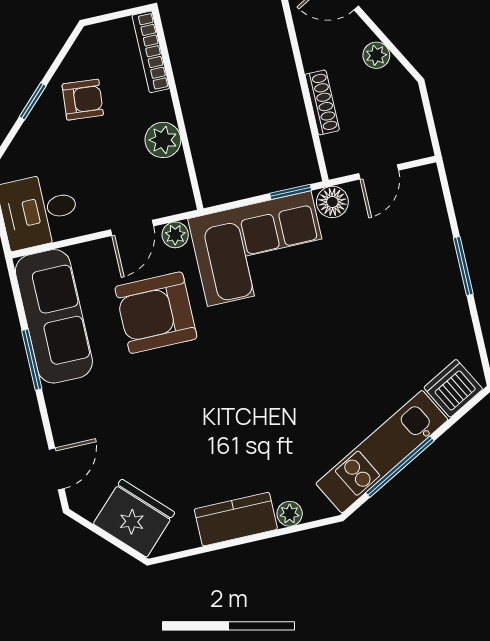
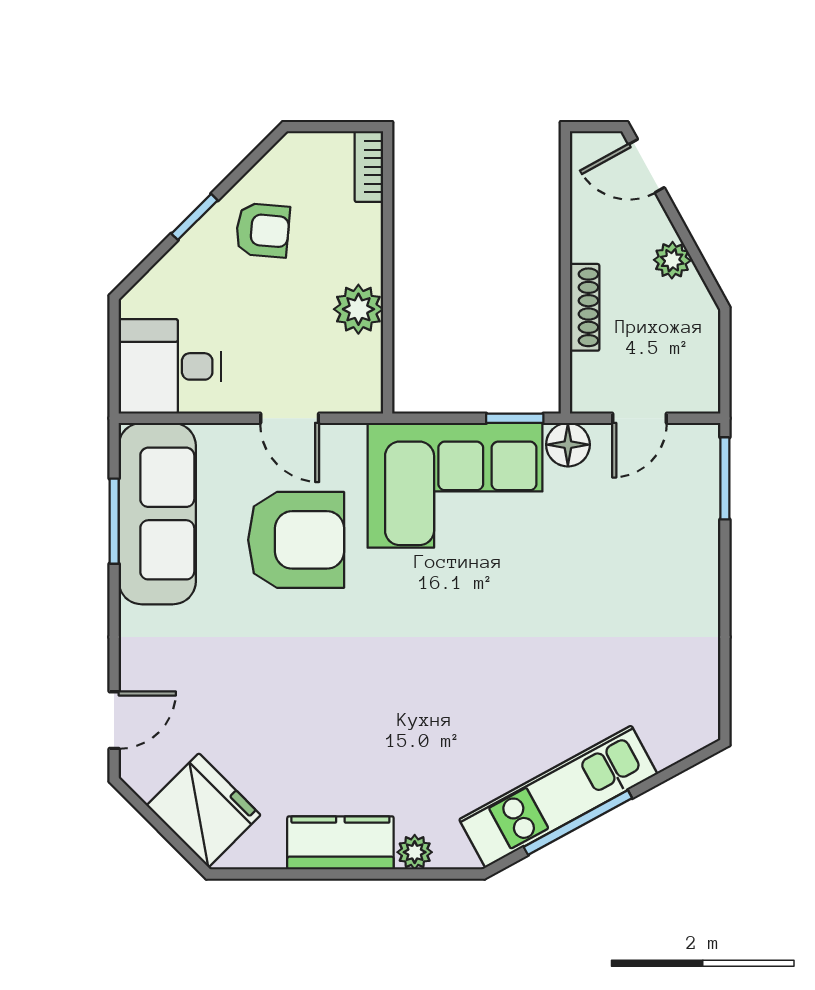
bookcase: (151, 52) -> (369, 167), width x0.64
door: (132, 228) -> (290, 418), hinge flipped
plant: (175, 235) -> (346, 441), removed
window: (463, 266) -> (725, 478), moved
armchair: (156, 313) -> (296, 540), turned 180
window: (32, 360) -> (114, 521), moved
dishwasher: (453, 388) -> (674, 733), removed

